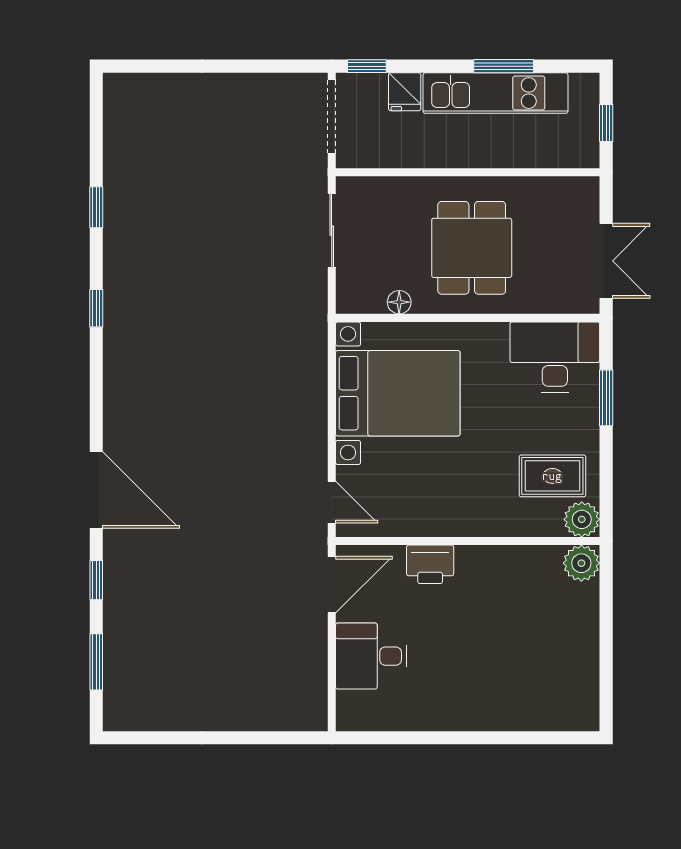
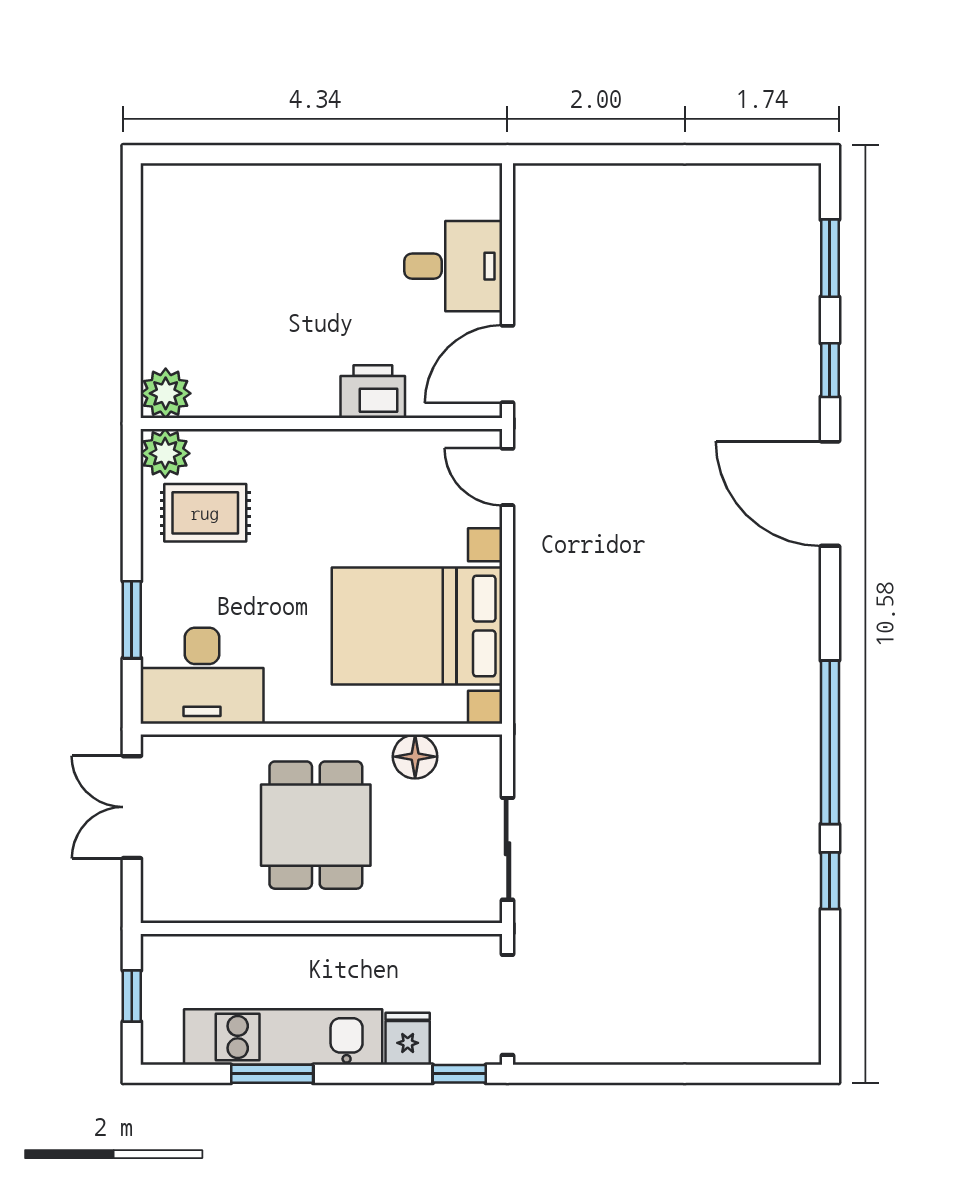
floor lamp: (399, 302) -> (415, 757), width x1.37, depth x1.37
window: (96, 308) -> (830, 742), width x3.17

